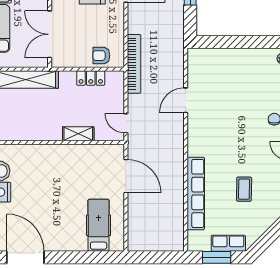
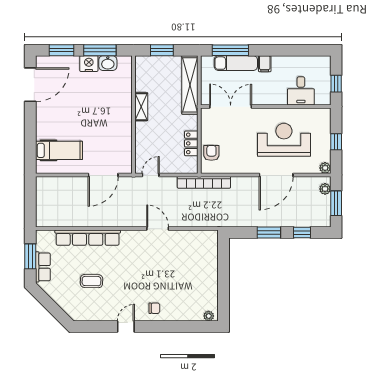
door: (186, 100) -> (158, 229), moved
shelving: (78, 134) -> (141, 107), moved

